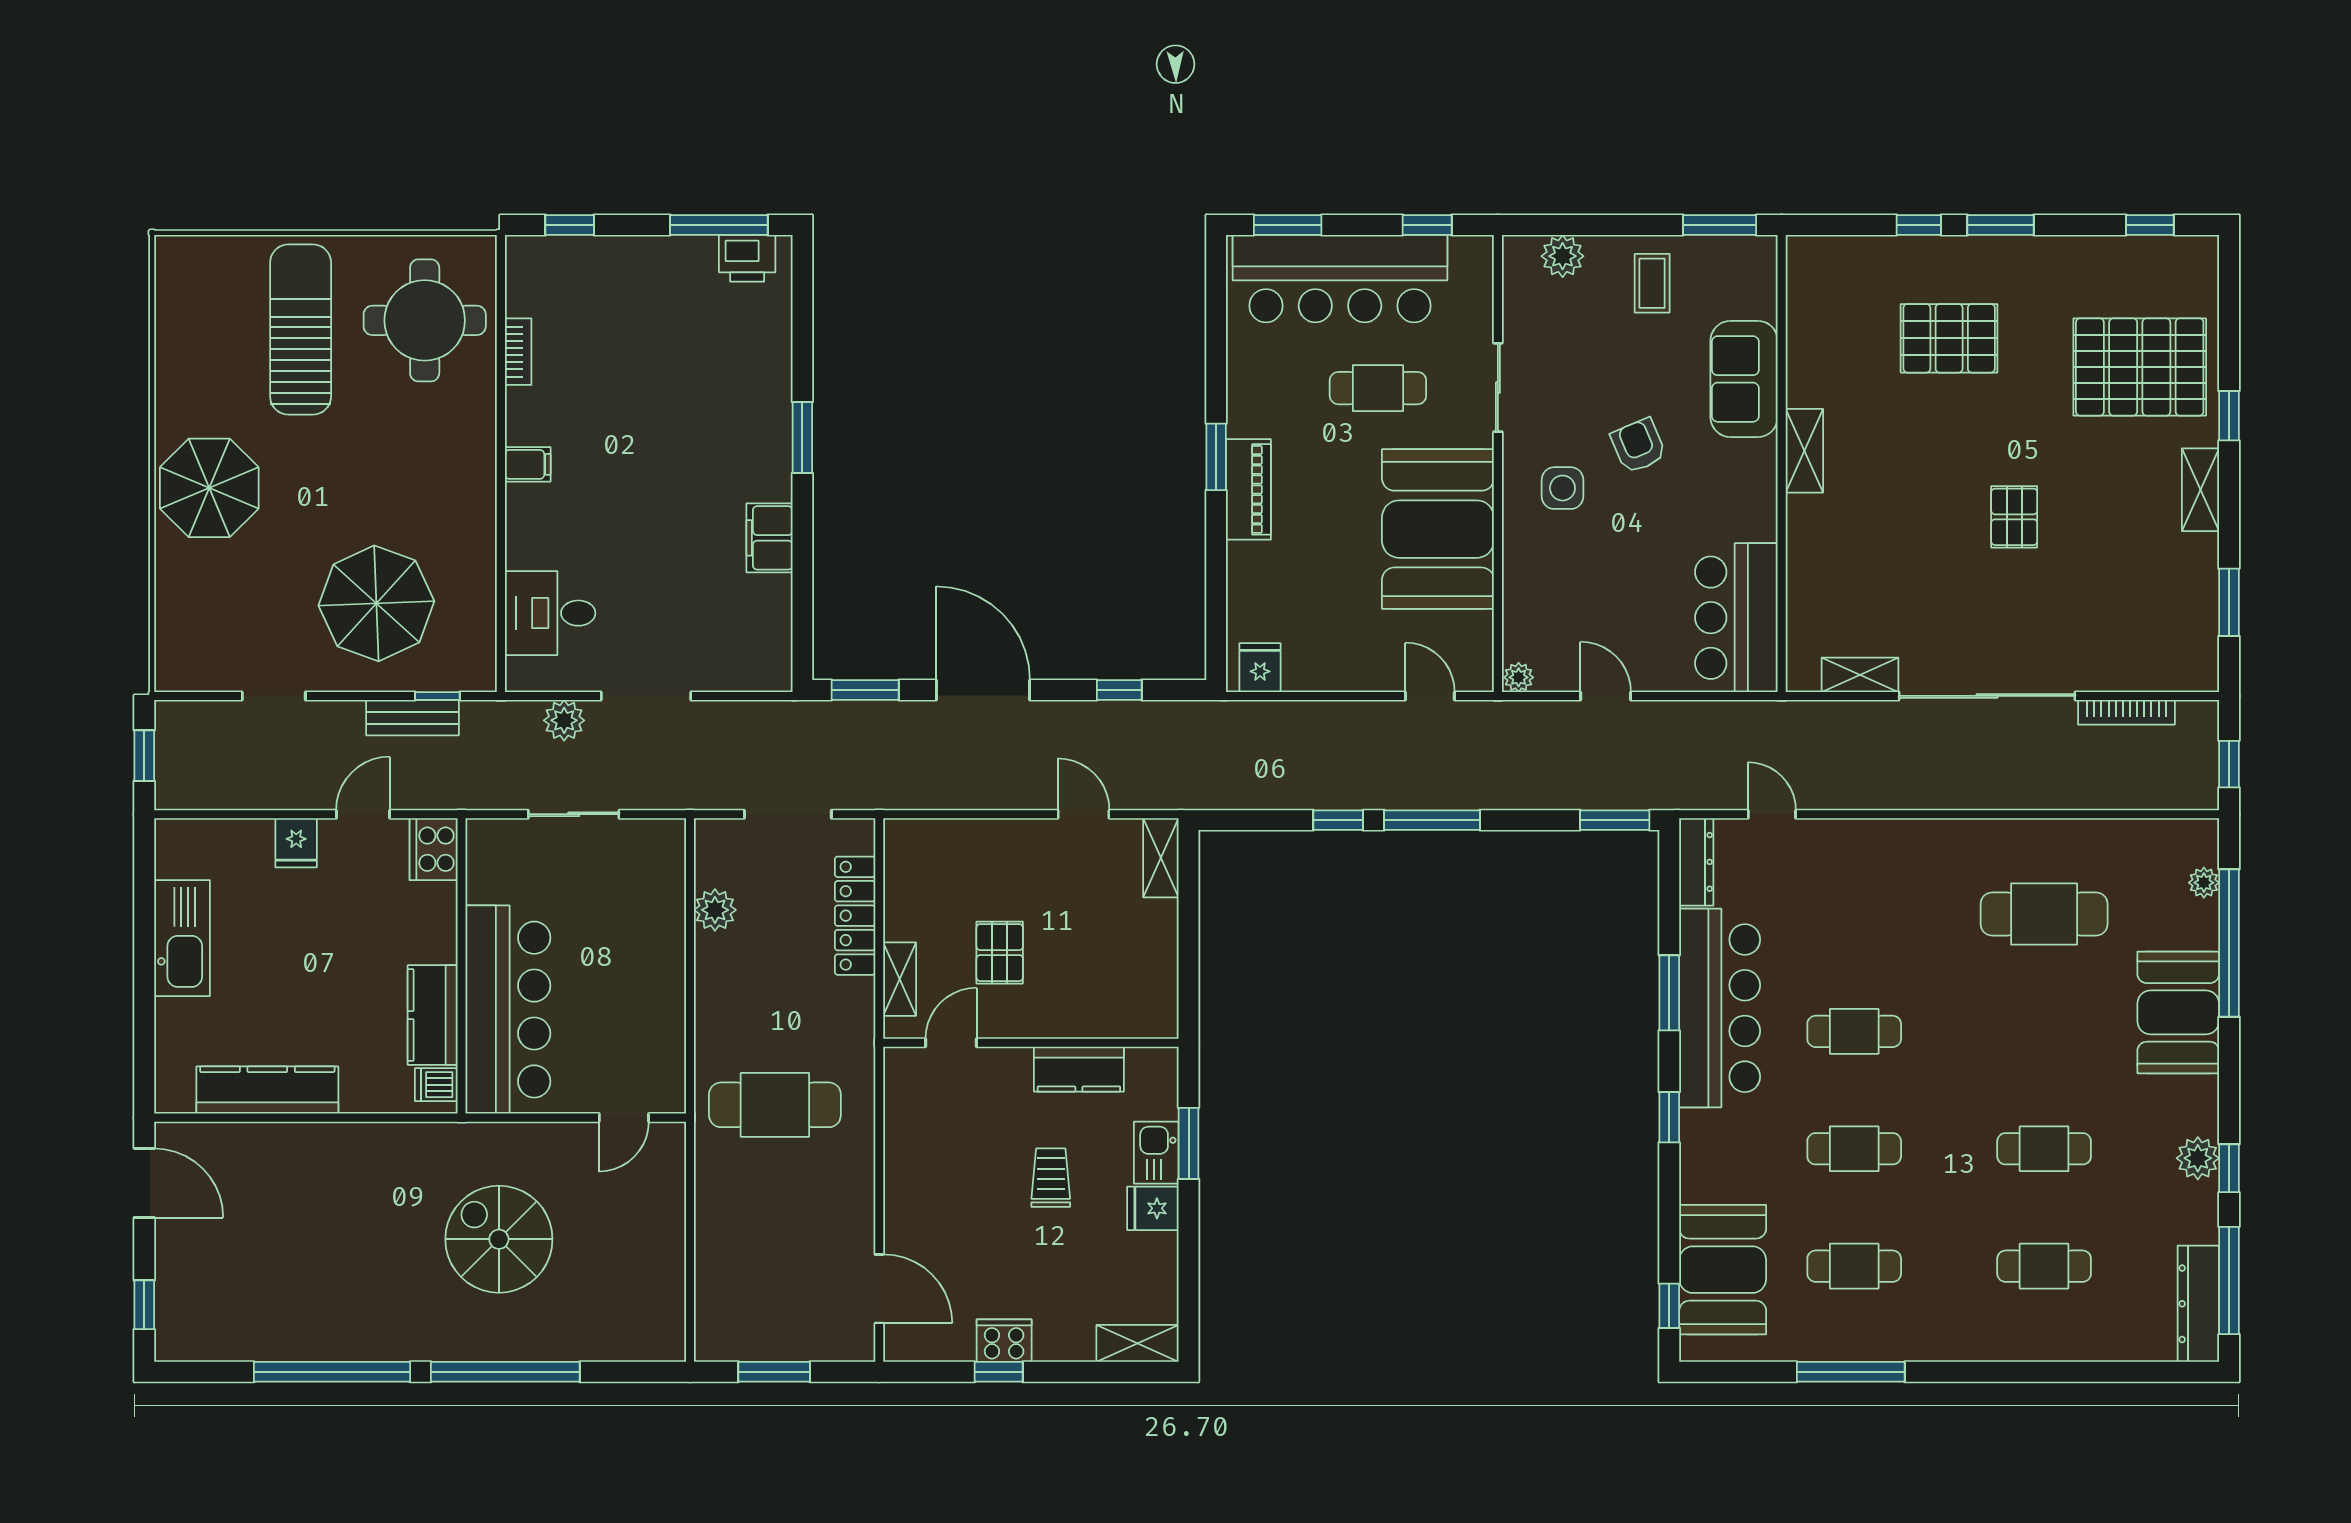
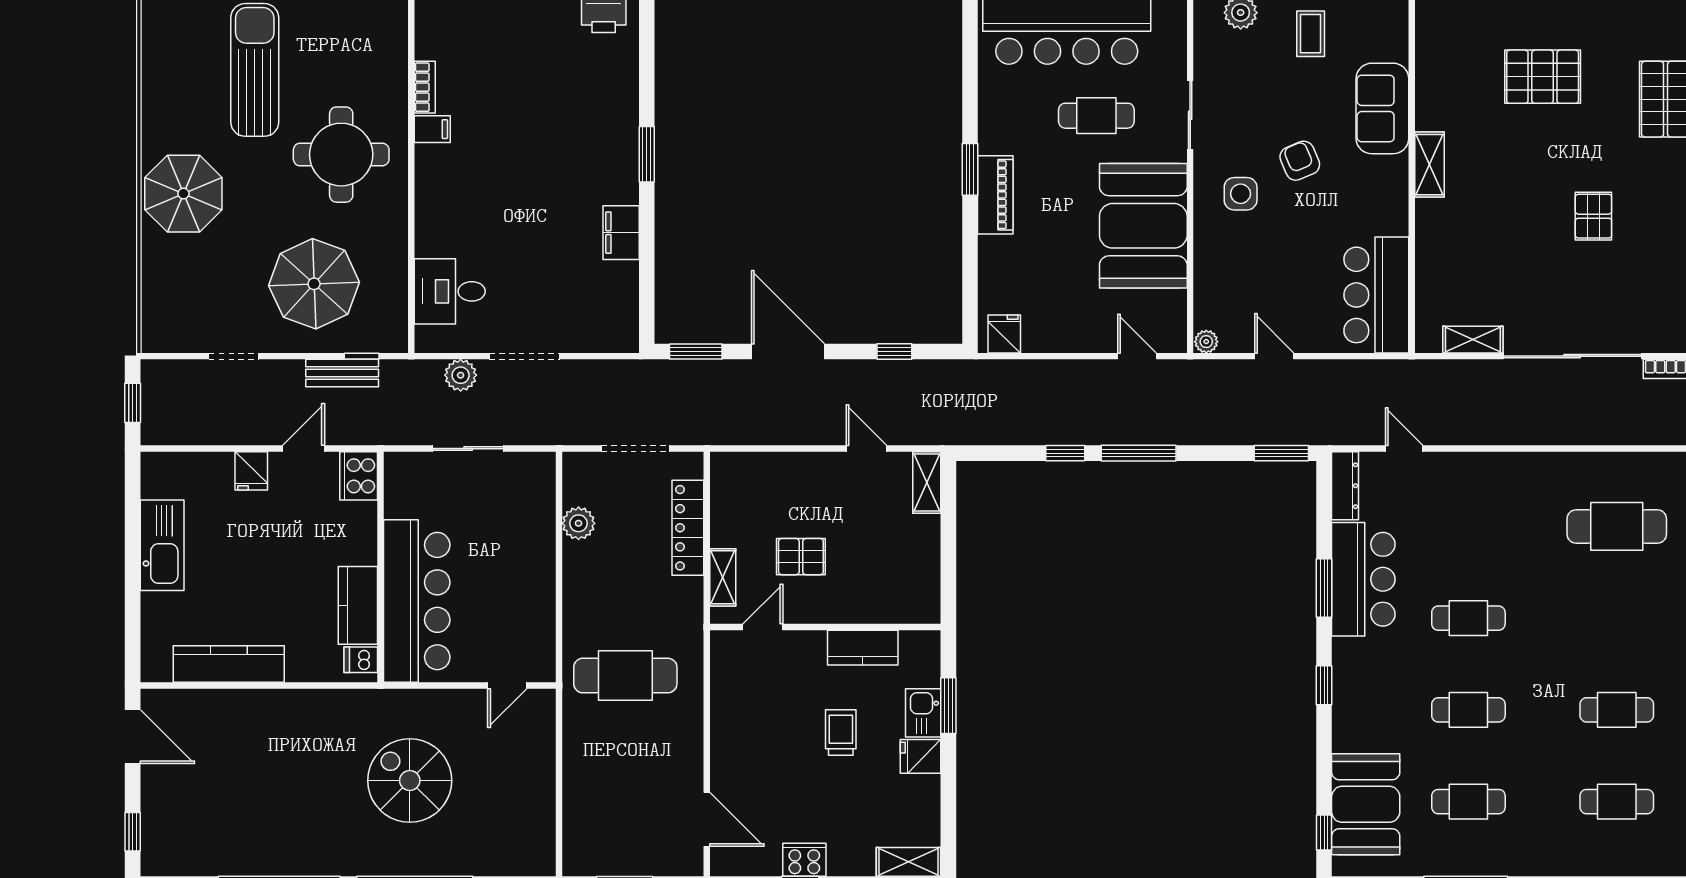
round table: (425, 320) -> (341, 155), moved
filing cabinet: (528, 464) -> (432, 129), moved
pallet: (1000, 953) -> (801, 557), turned 90
bar counter: (1720, 1008) -> (1363, 579), width x0.73

